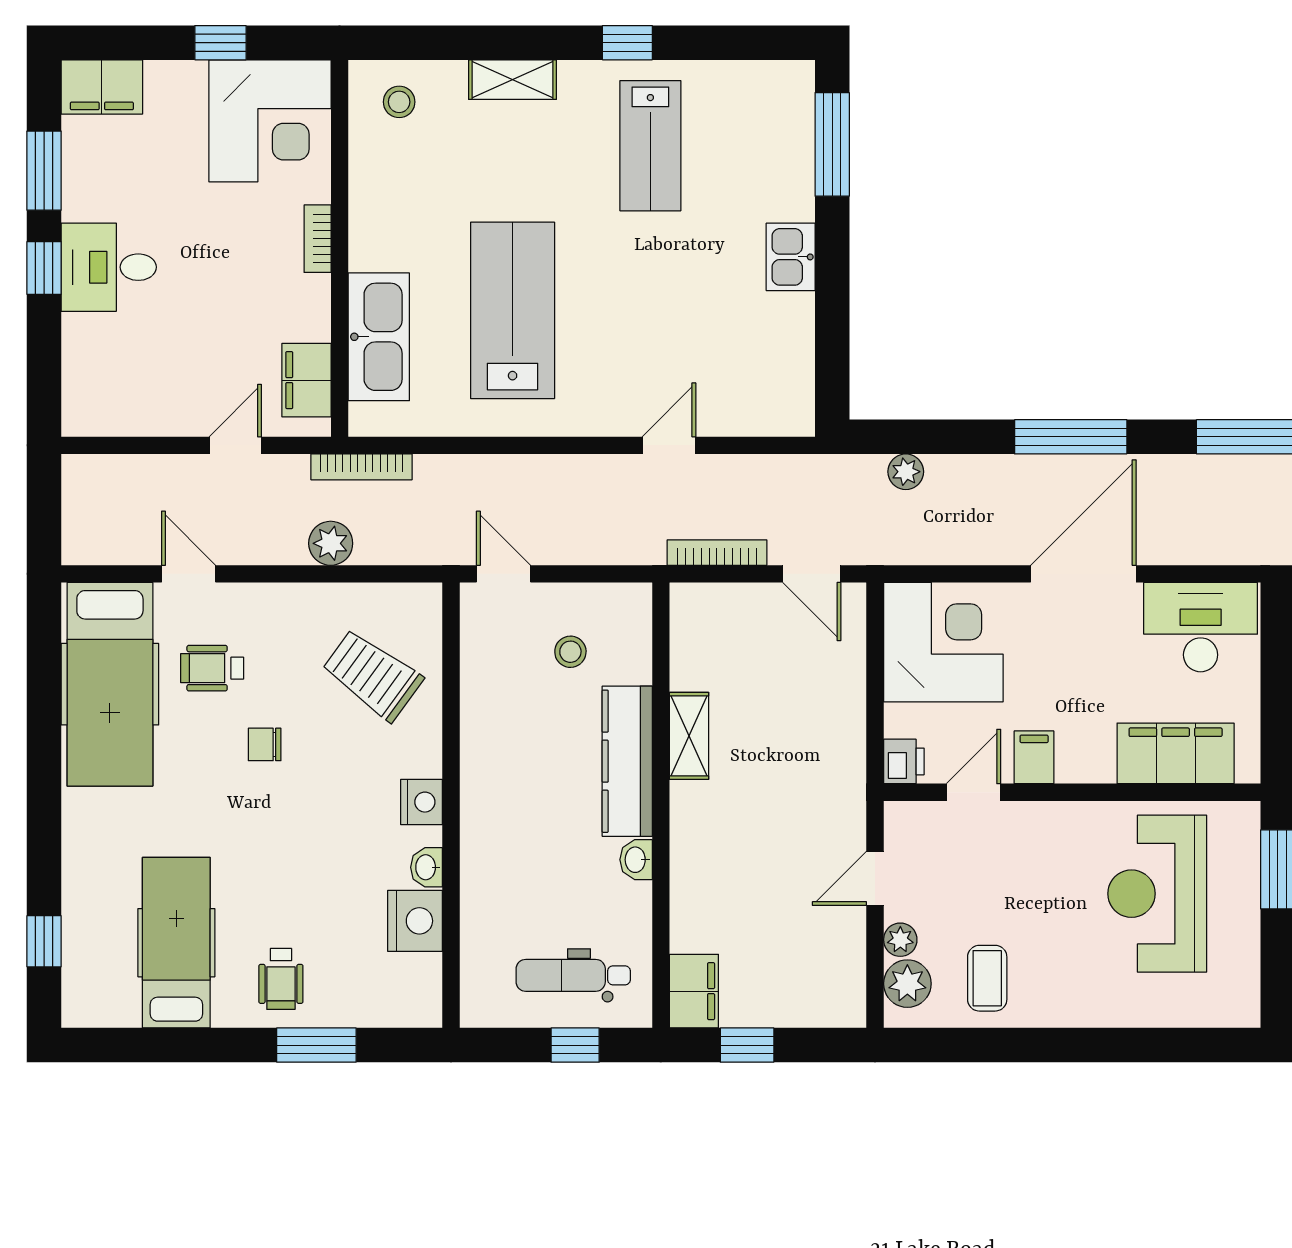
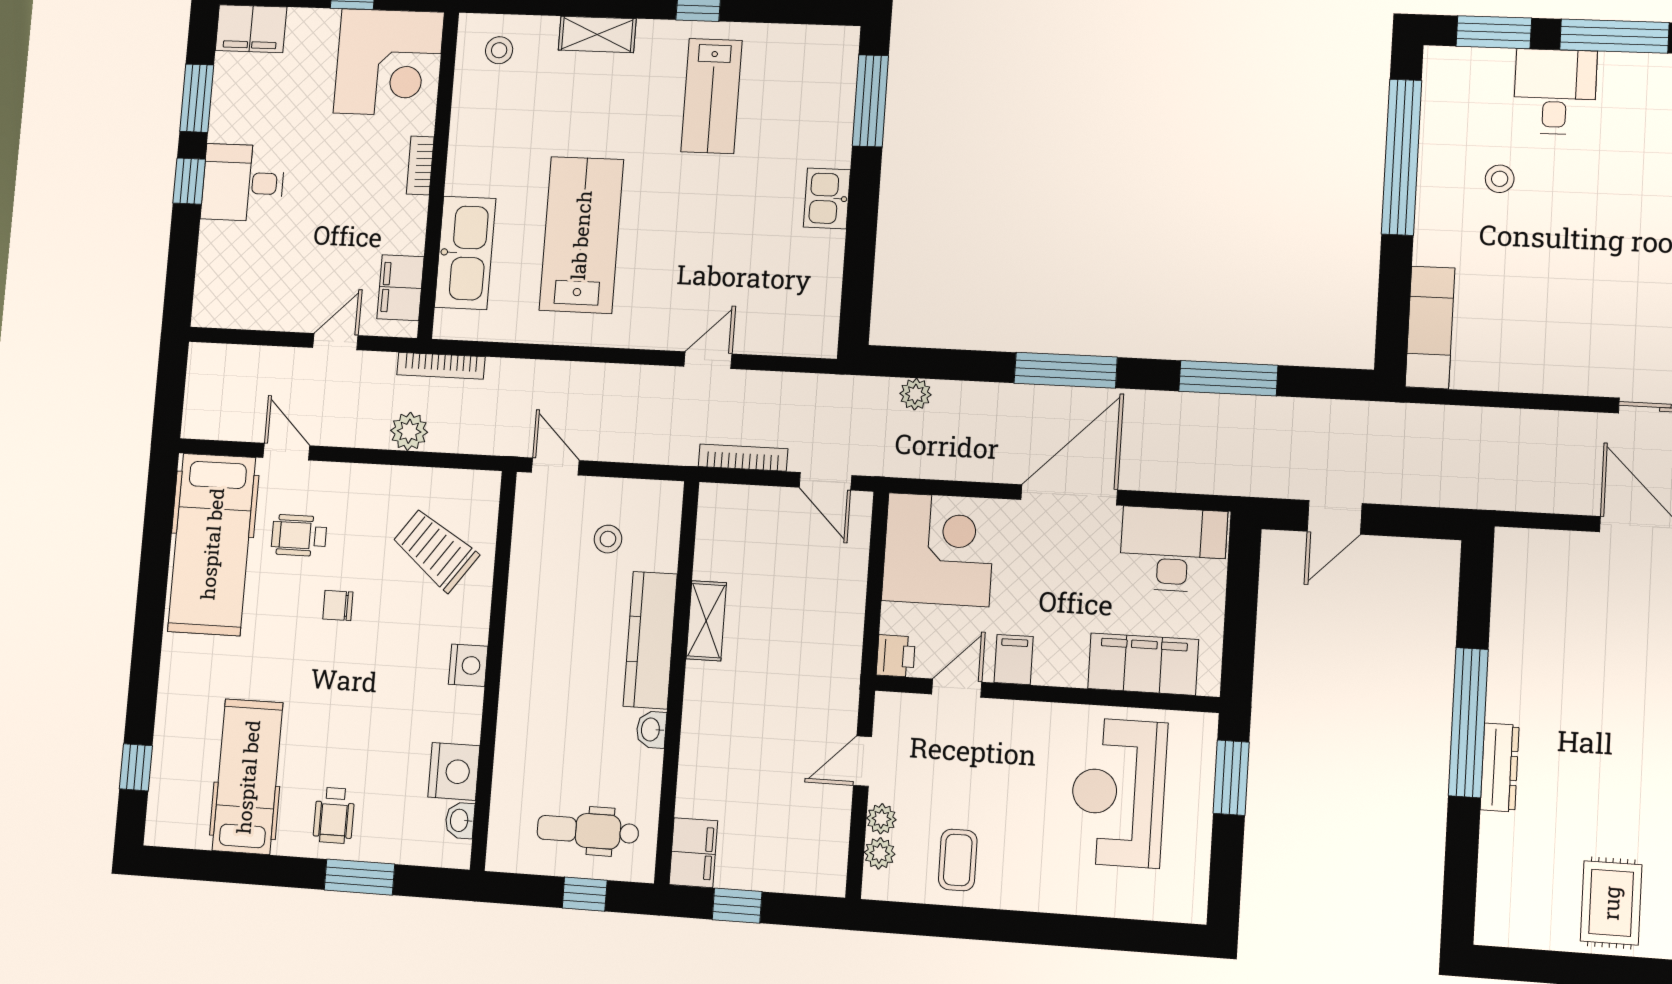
washbasin: (427, 867) -> (460, 820), moved
plant: (907, 984) -> (880, 853), width x0.73, depth x0.73

